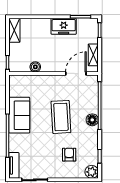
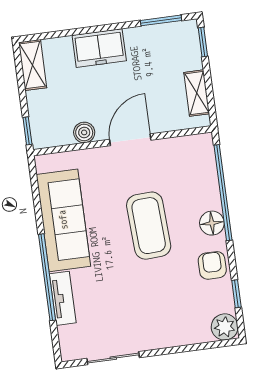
freezer: (64, 26) -> (99, 48), moved
door: (76, 73) -> (130, 140), moved
sofa: (19, 115) -> (63, 220), width x1.36
armchair: (69, 155) -> (212, 265), moved
tv unit: (14, 165) -> (63, 298), moved

